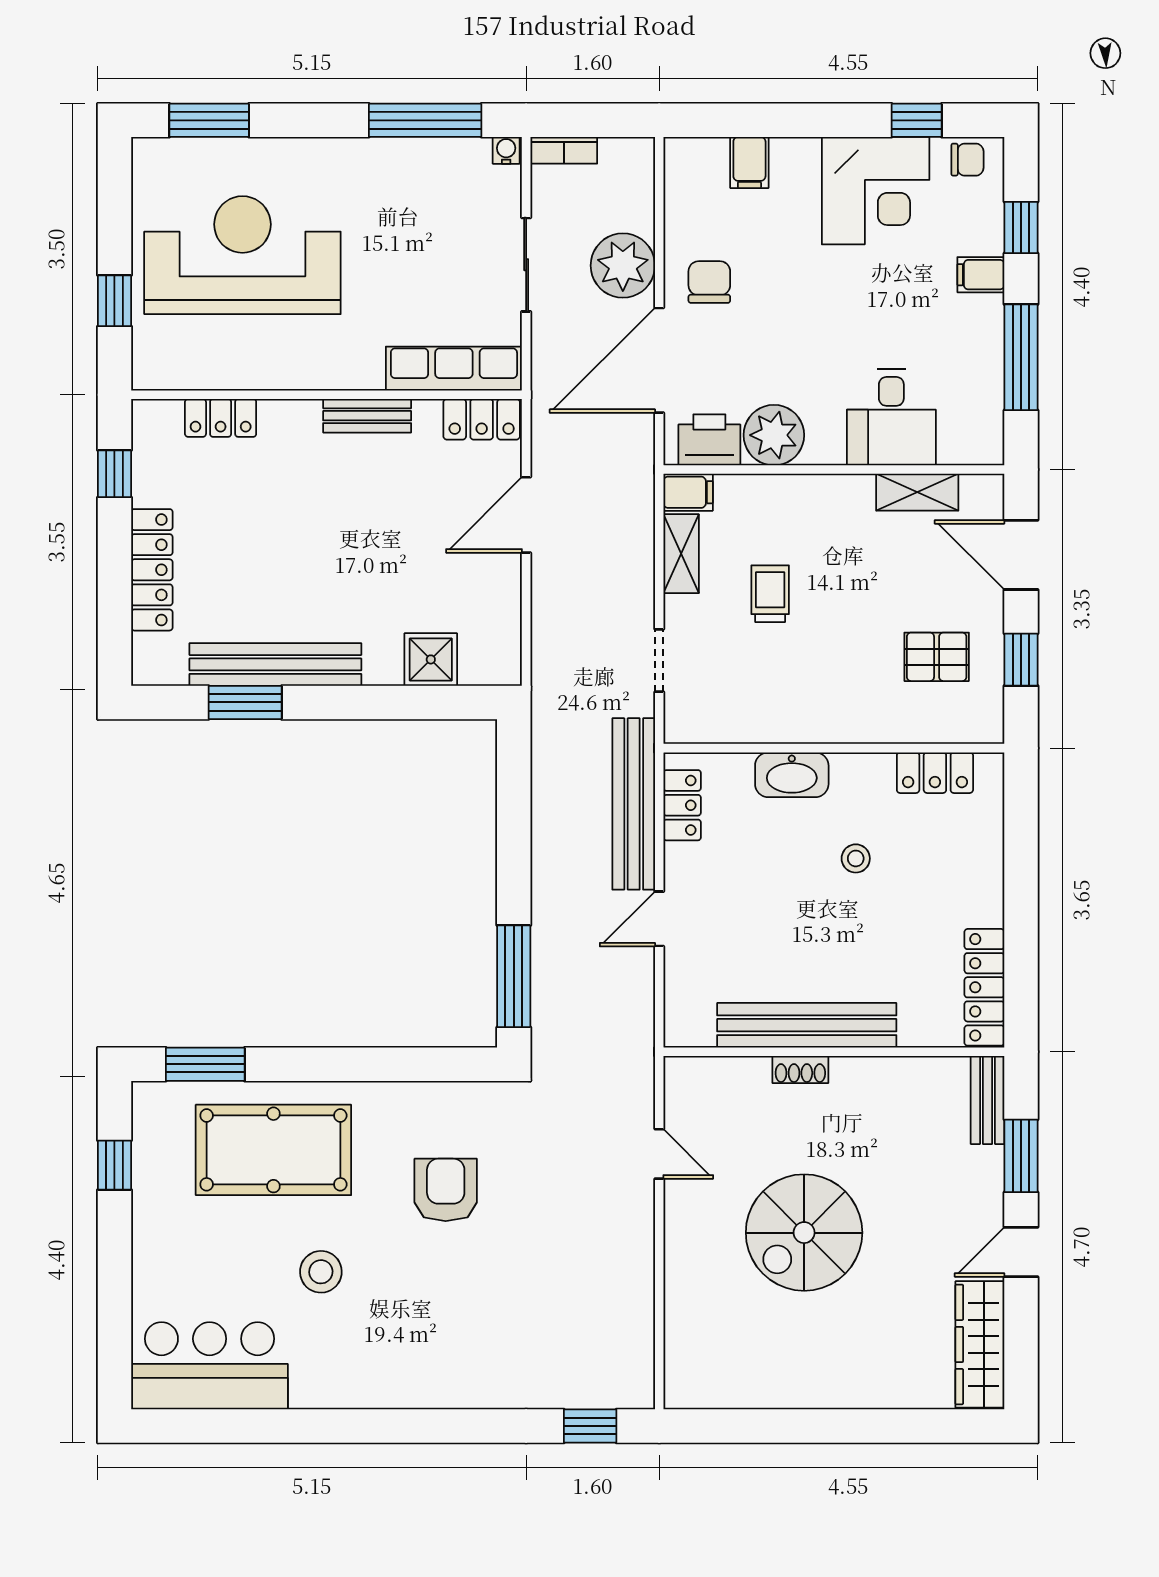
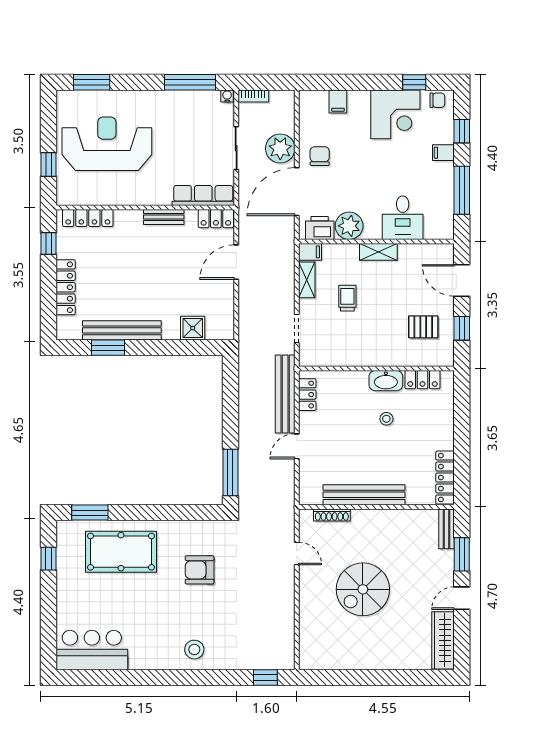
locker: (221, 418) -> (88, 218), width x1.53
shelving: (917, 492) -> (378, 252), moved
washbasin: (792, 775) -> (386, 381), moved
shoe rack: (800, 1069) -> (332, 515), moved, width x1.43
armchair: (446, 1190) -> (200, 570), turned -90
stool: (321, 1272) -> (194, 650), moved

